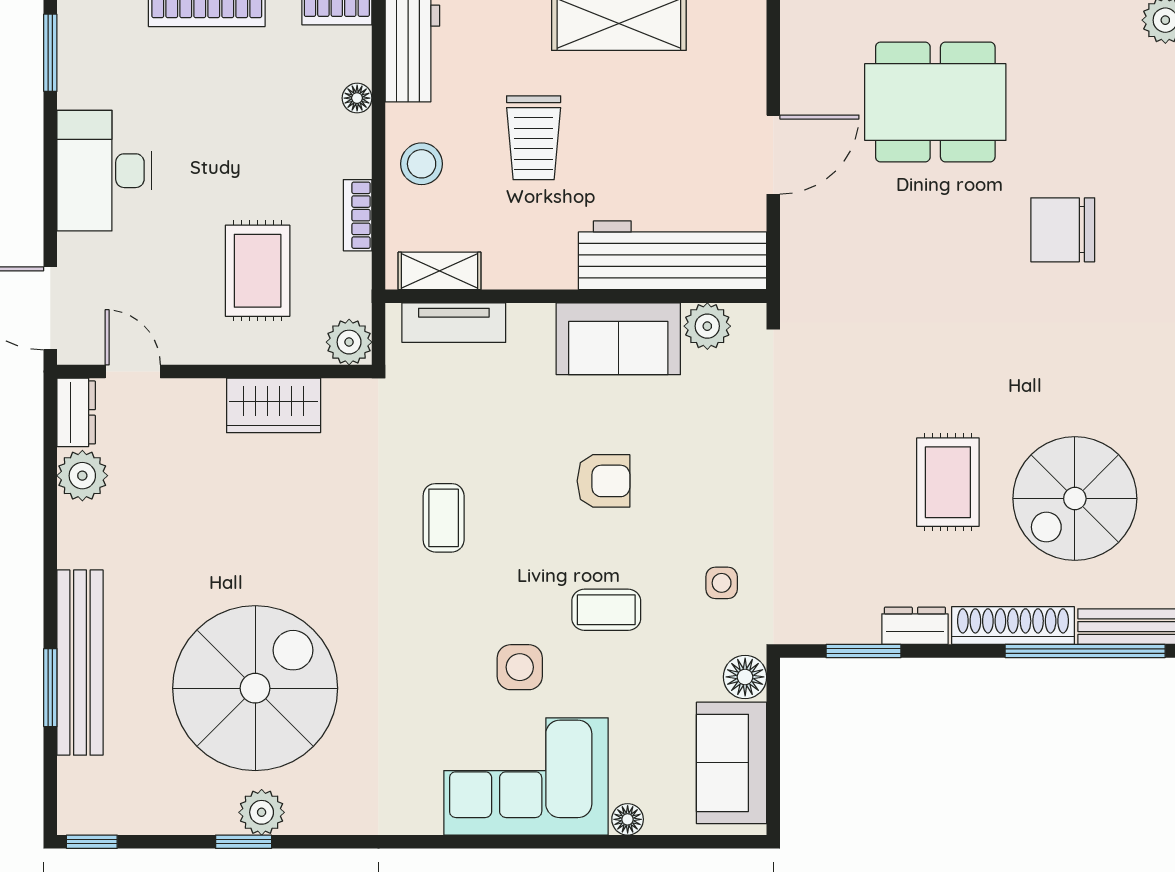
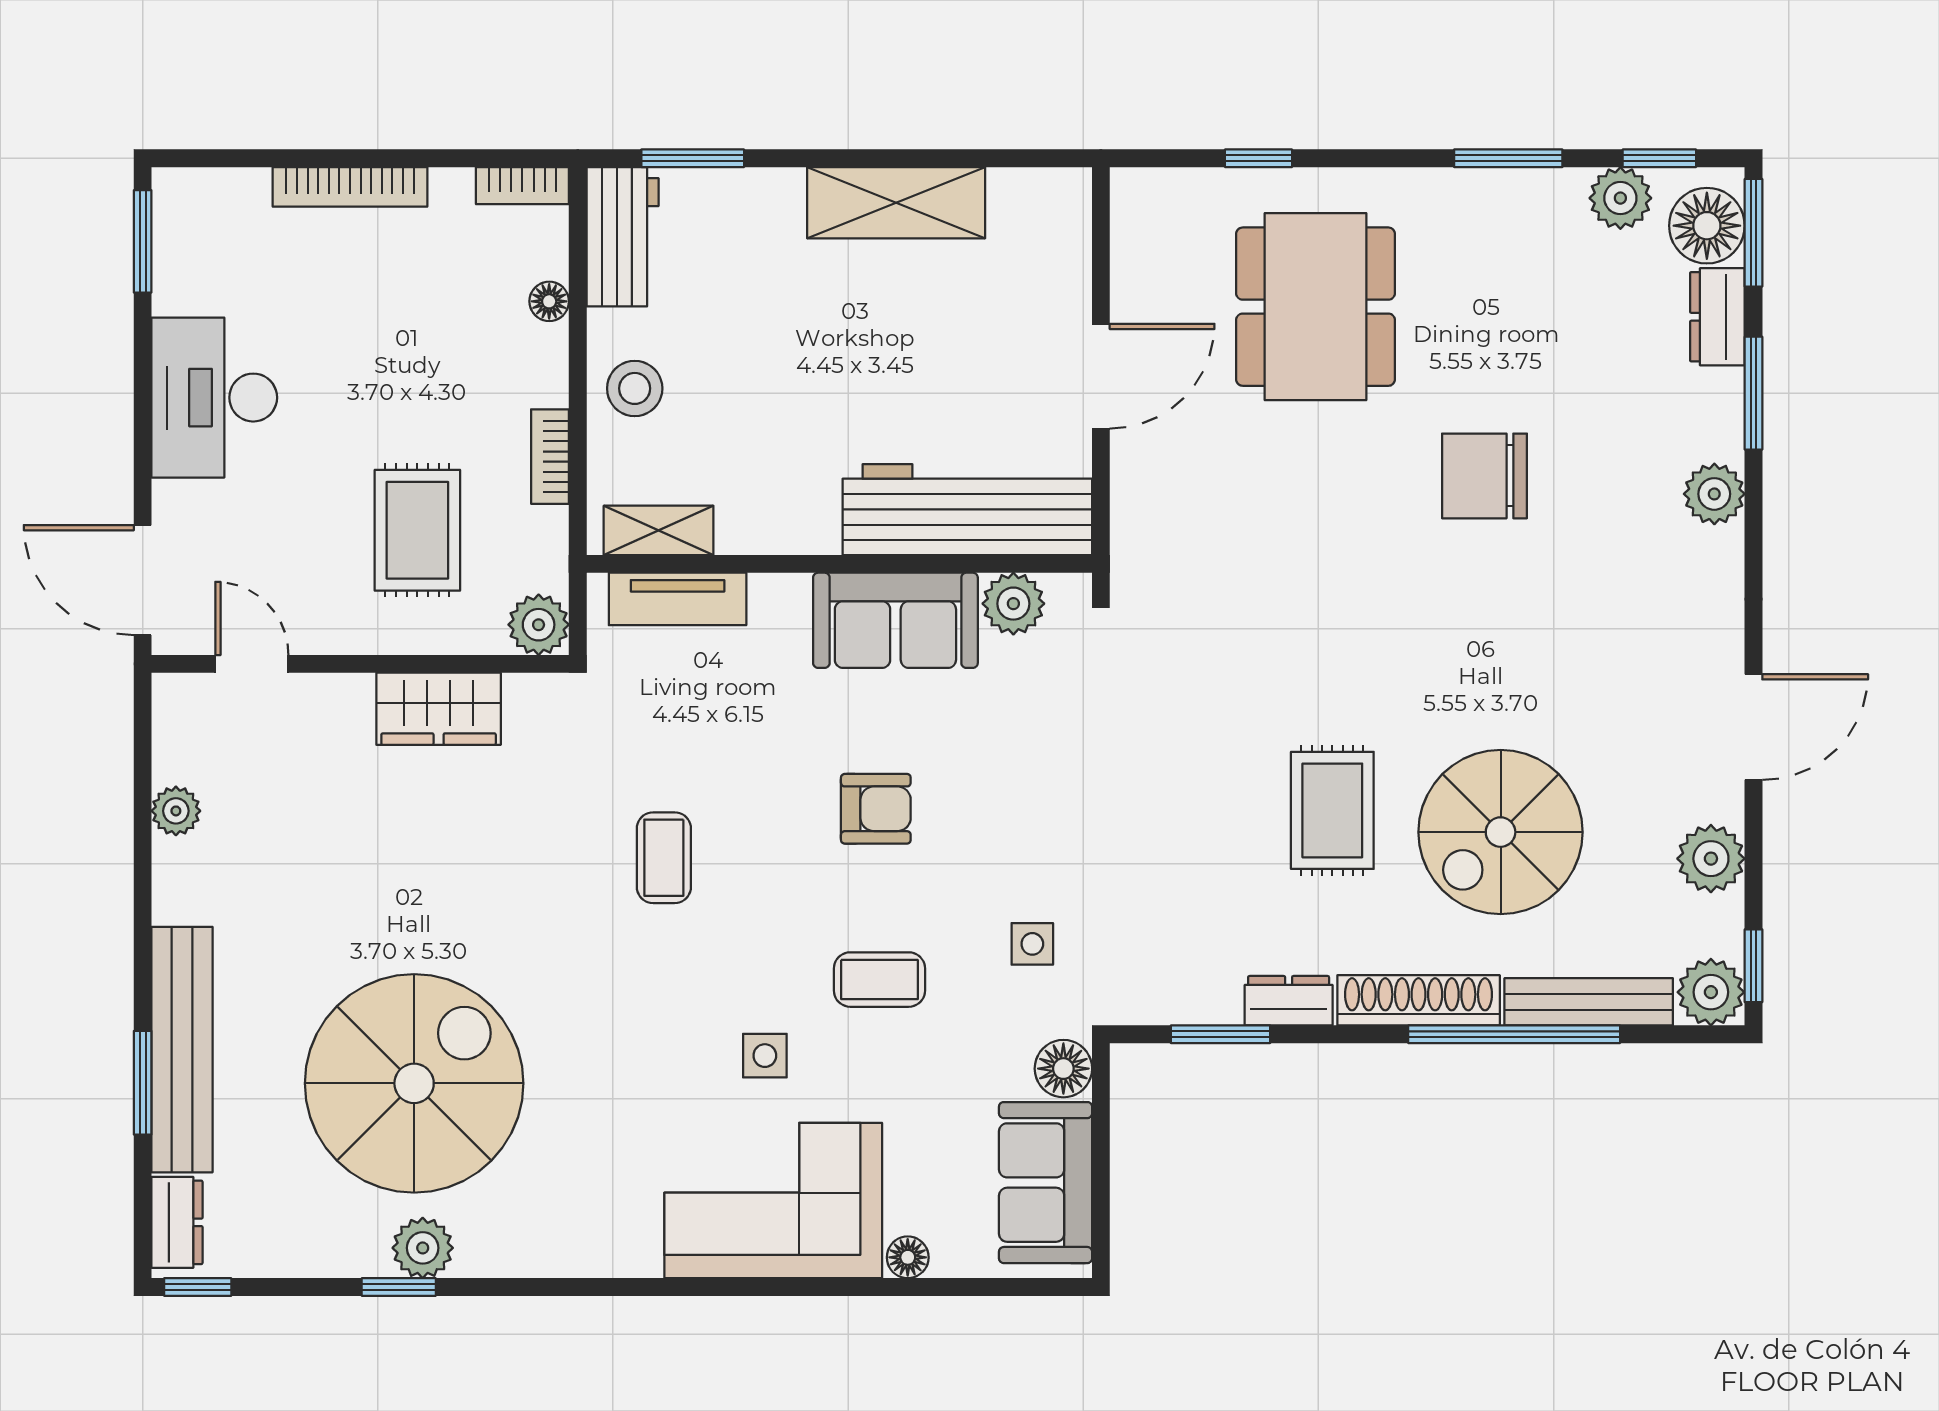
dining table: (935, 102) -> (1316, 307), turned 90
trolley: (534, 138) -> (783, 354), removed
dresser: (76, 412) -> (177, 1222), moved
plant: (82, 476) -> (176, 811), width x0.73, depth x0.73
side table: (520, 667) -> (765, 1056), width x0.73, depth x0.73

